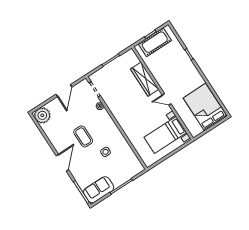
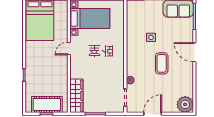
wardrobe: (145, 79) -> (76, 96), moved
door: (167, 99) -> (69, 49), swing flipped
door: (62, 163) -> (194, 52), hinge flipped

